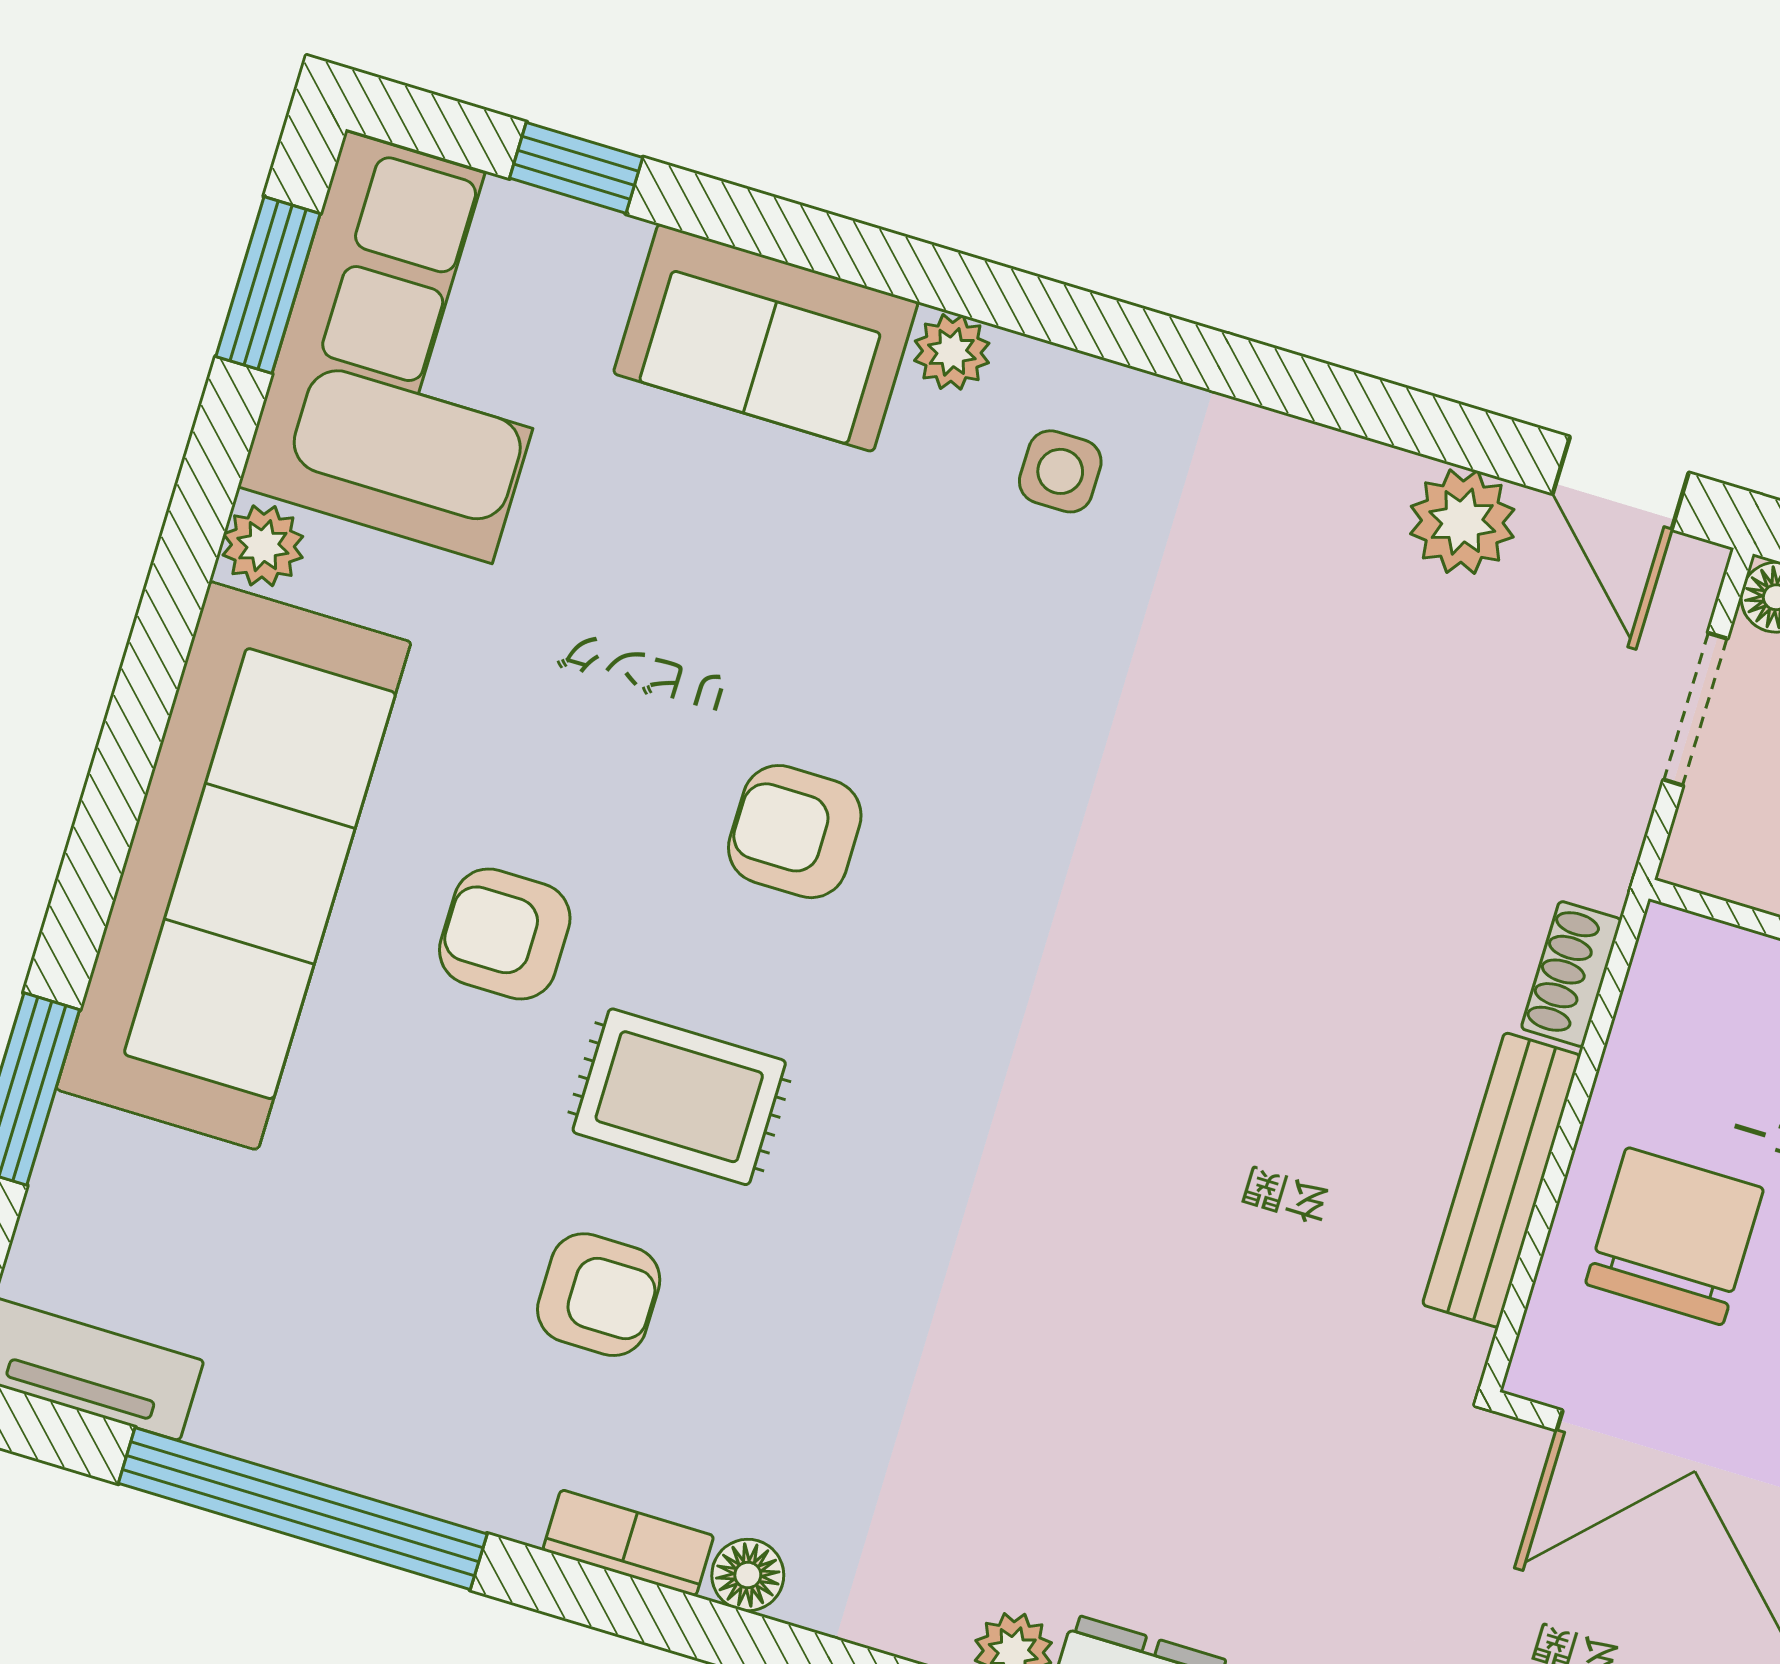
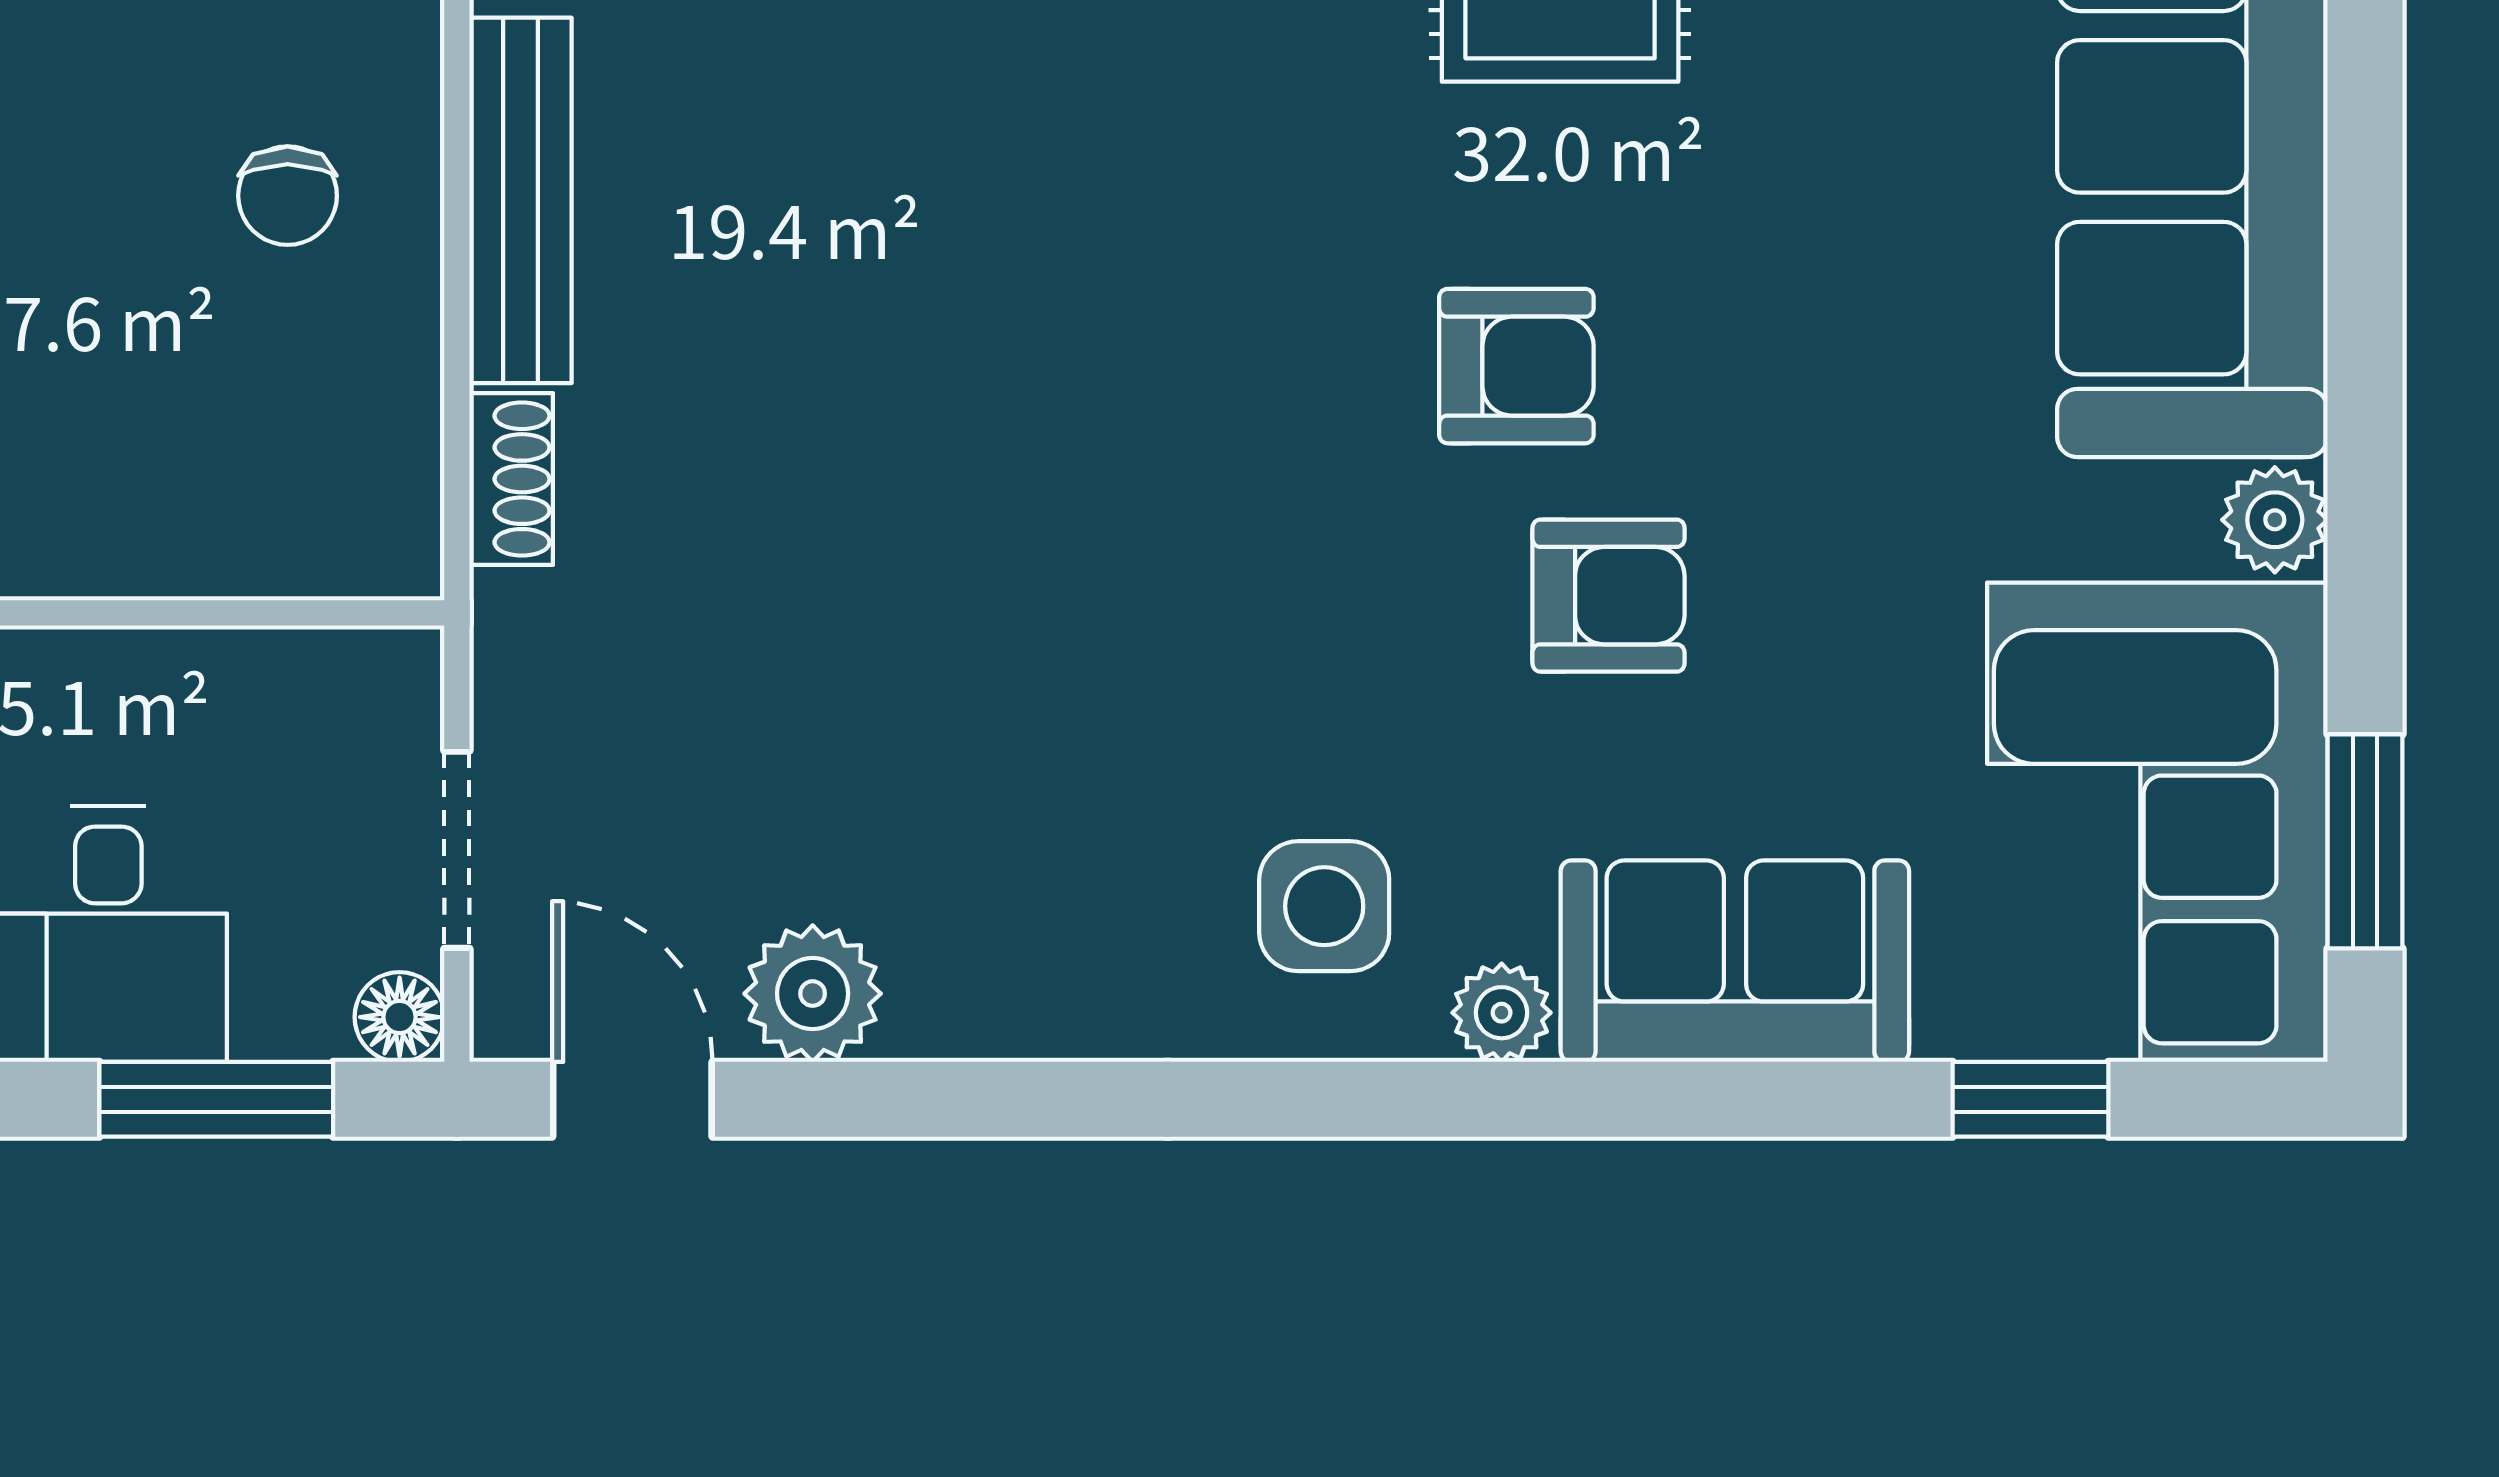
side table: (1060, 471) -> (1324, 906), width x1.37, depth x1.37
armchair: (505, 934) -> (1609, 596), moved
chair: (1674, 1236) -> (288, 196), width x0.54, depth x0.54

